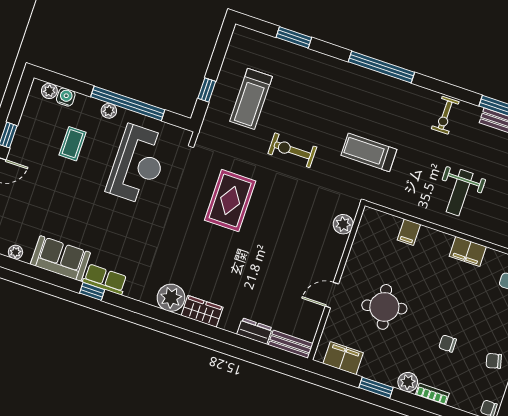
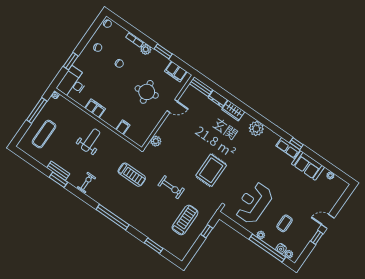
window: (128, 103) -> (267, 248), moved
wardrobe: (202, 311) -> (233, 111), moved

